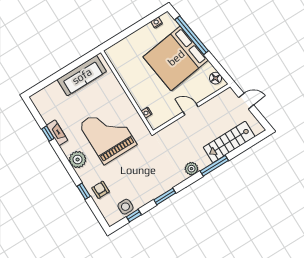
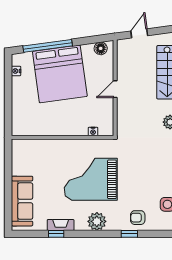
sofa: (82, 76) -> (22, 201), moved

